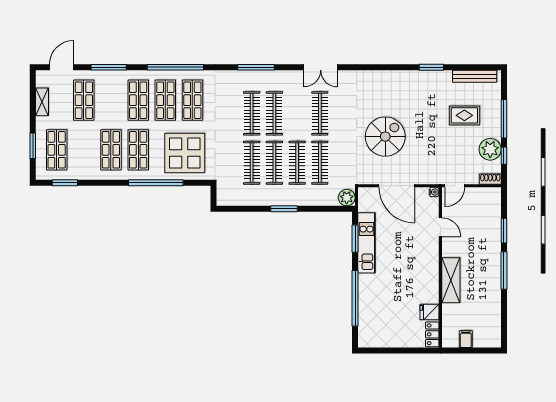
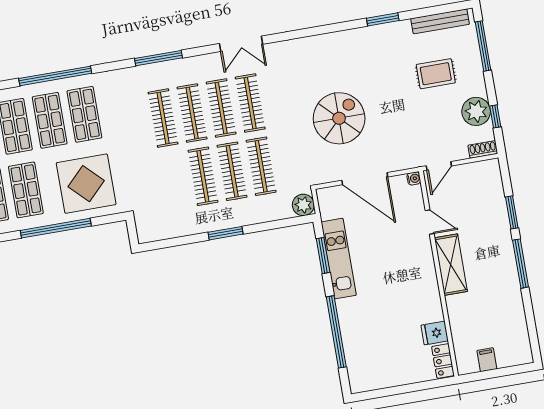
window: (504, 119) -> (483, 46), moved
clothes rail: (252, 163) -> (221, 108), moved
shelving: (451, 280) -> (451, 265), moved

